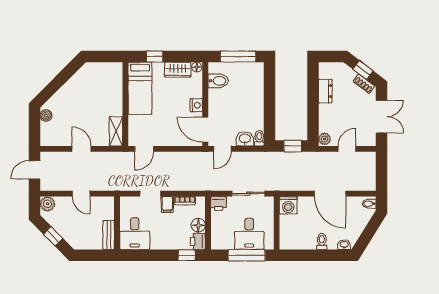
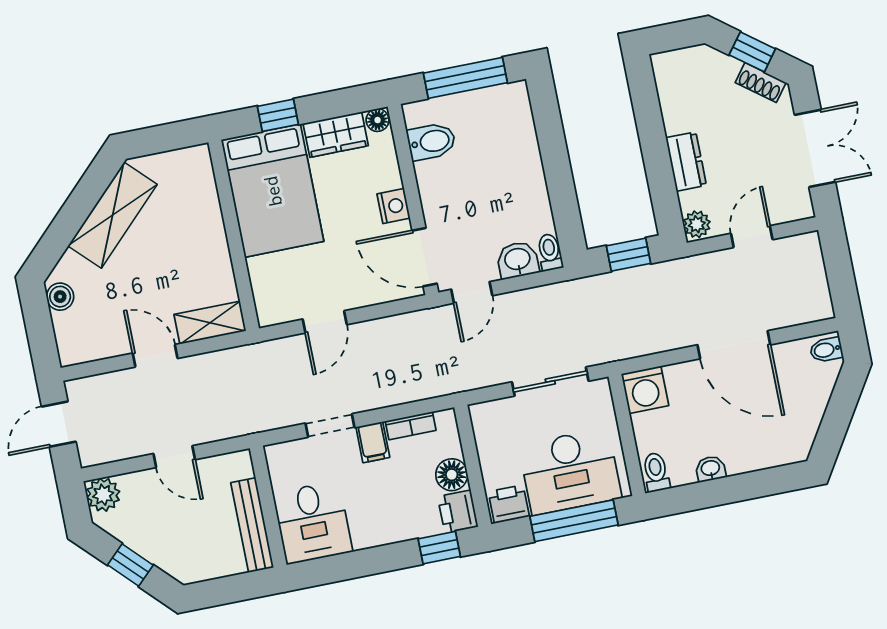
shelving: (75, 85) -> (113, 215), added
bed: (140, 88) -> (273, 191), width x1.50
dresser: (325, 91) -> (686, 162), moved
shelving: (116, 131) -> (210, 323), moved, turned 90
door: (144, 149) -> (325, 322), moved
printer: (219, 204) -> (509, 504), moved, turned 180
desk: (249, 234) -> (570, 471), width x1.37
bench: (109, 235) -> (252, 525), width x1.36
toilet: (322, 241) -> (656, 472), moved
washbasin: (344, 245) -> (710, 469), moved

